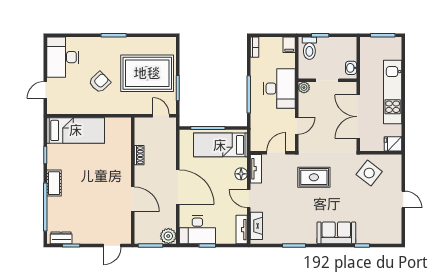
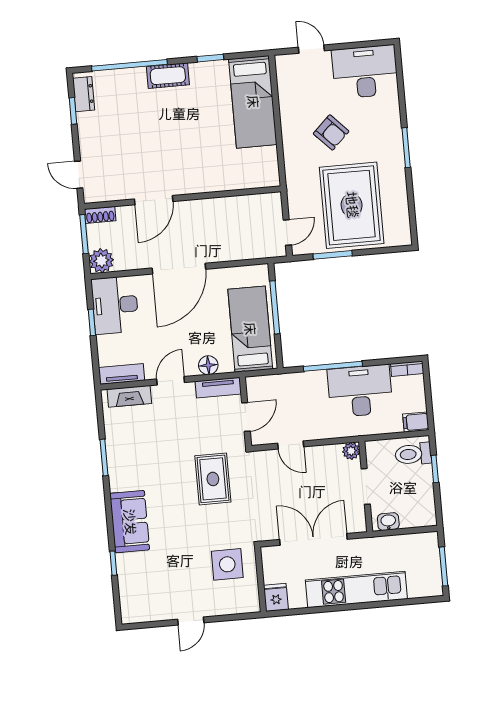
desk: (279, 89) -> (360, 391), moved, turned 180
door: (276, 153) -> (246, 417), hinge flipped
shoe rack: (139, 155) -> (100, 215), moved
side table: (369, 173) -> (227, 564), turned -38

